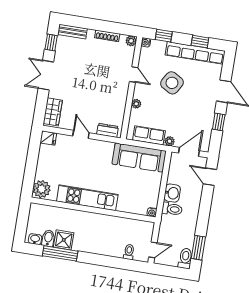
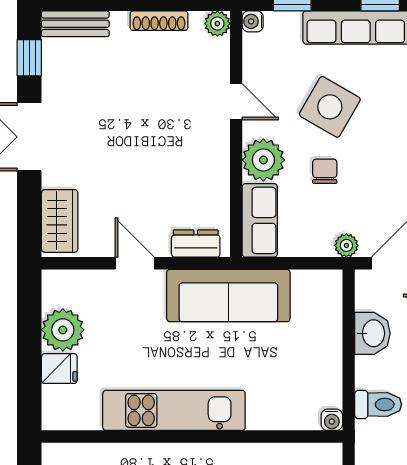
plant: (136, 104) -> (263, 160), width x1.88, depth x1.88
chair: (166, 109) -> (325, 171), added
row of seats: (149, 135) -> (260, 220), moved, turned 90
fridge: (48, 138) -> (59, 369), moved
sofa: (139, 158) -> (228, 296), moved
plant: (42, 189) -> (63, 330), moved
washbasin: (172, 193) -> (372, 333), moved

